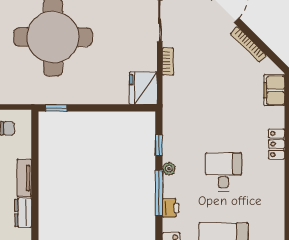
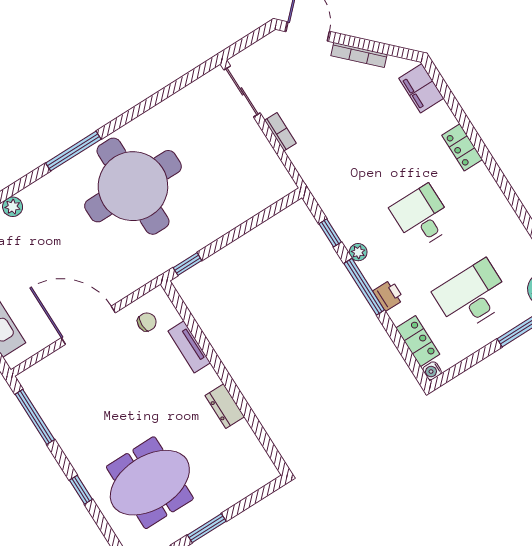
fridge: (143, 88) -> (272, 179), removed
tv unit: (24, 178) -> (189, 347), moved

